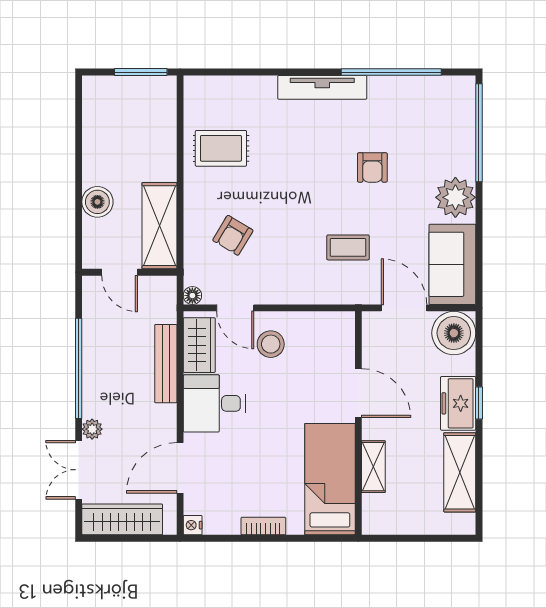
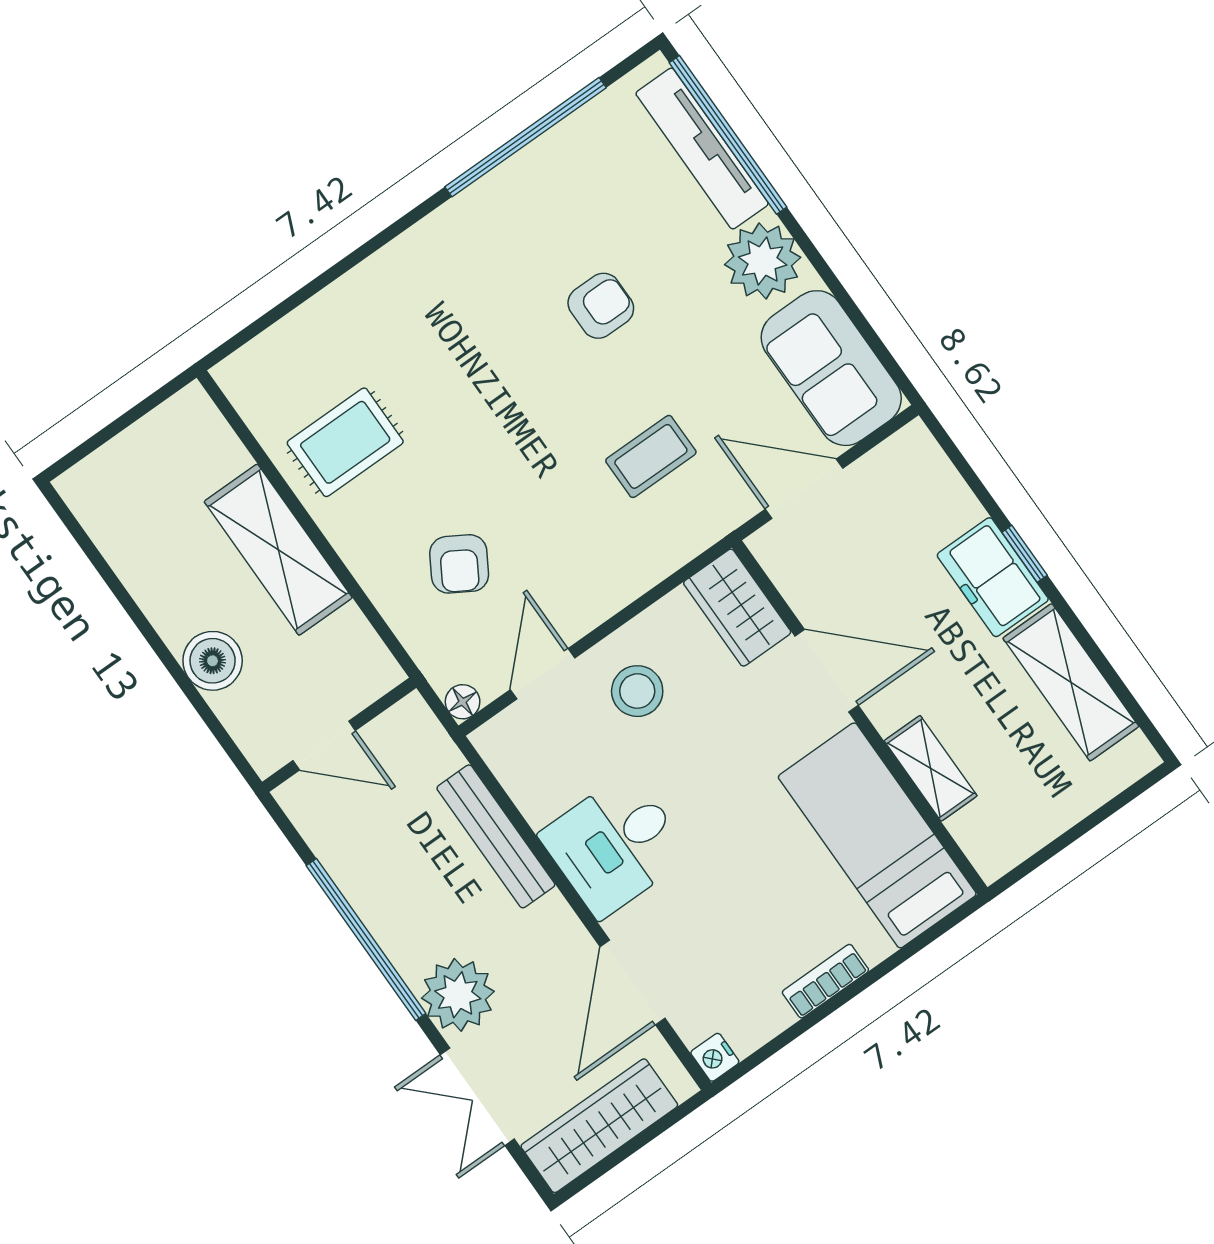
window: (141, 72) -> (137, 412), removed
tv unit: (322, 87) -> (702, 149), moved, turned 90
armchair: (372, 167) -> (601, 306), turned -90
shelving: (159, 226) -> (278, 550), moved
door: (235, 308) -> (543, 674), swing flipped
boiler: (454, 333) -> (909, 473), removed
wardrobe: (199, 345) -> (737, 608), moved, turned 180
plant: (92, 429) -> (458, 995), width x1.87, depth x1.87

